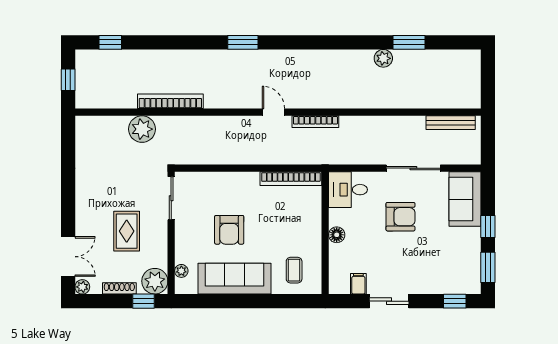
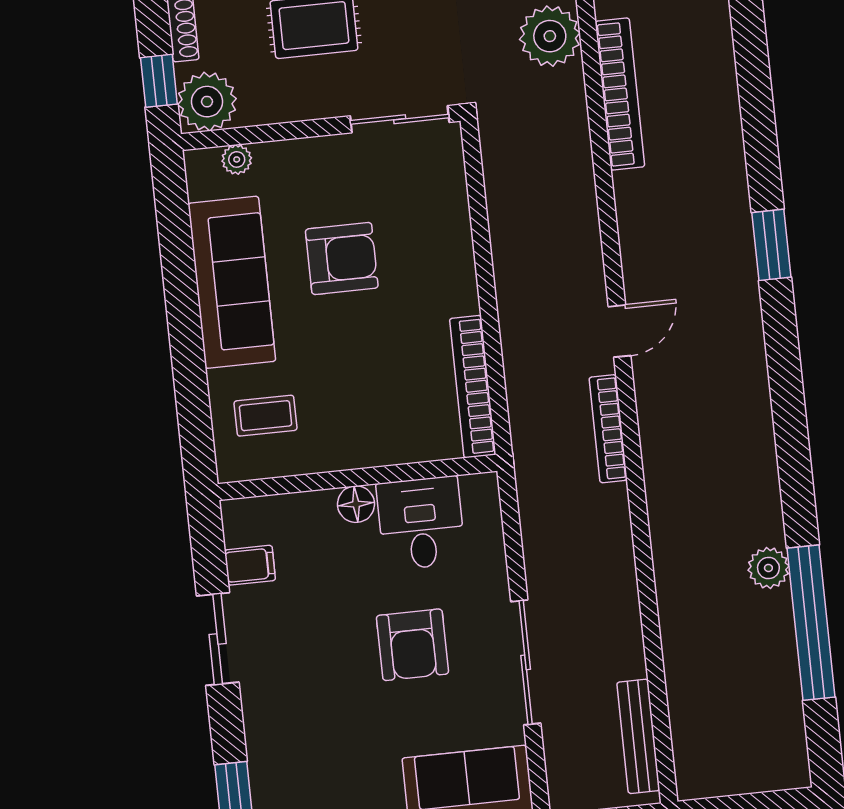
window: (409, 42) -> (811, 623), width x2.11
desk: (348, 190) -> (421, 523), moved
armchair: (229, 230) -> (342, 259), turned 180

